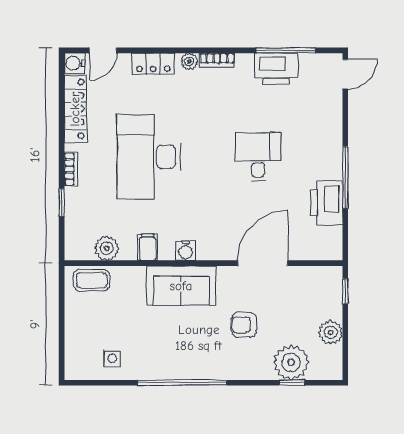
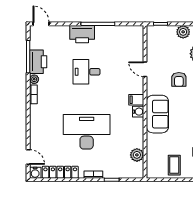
plant: (189, 61) -> (34, 79), moved
locker: (153, 64) -> (35, 129), removed
desk: (149, 157) -> (87, 132), turned 180
printer: (327, 203) -> (82, 34), moved
filing cabinet: (147, 247) -> (136, 100), moved
door: (263, 263) -> (145, 69), width x0.53
coffee table: (92, 280) -> (174, 165), moved

